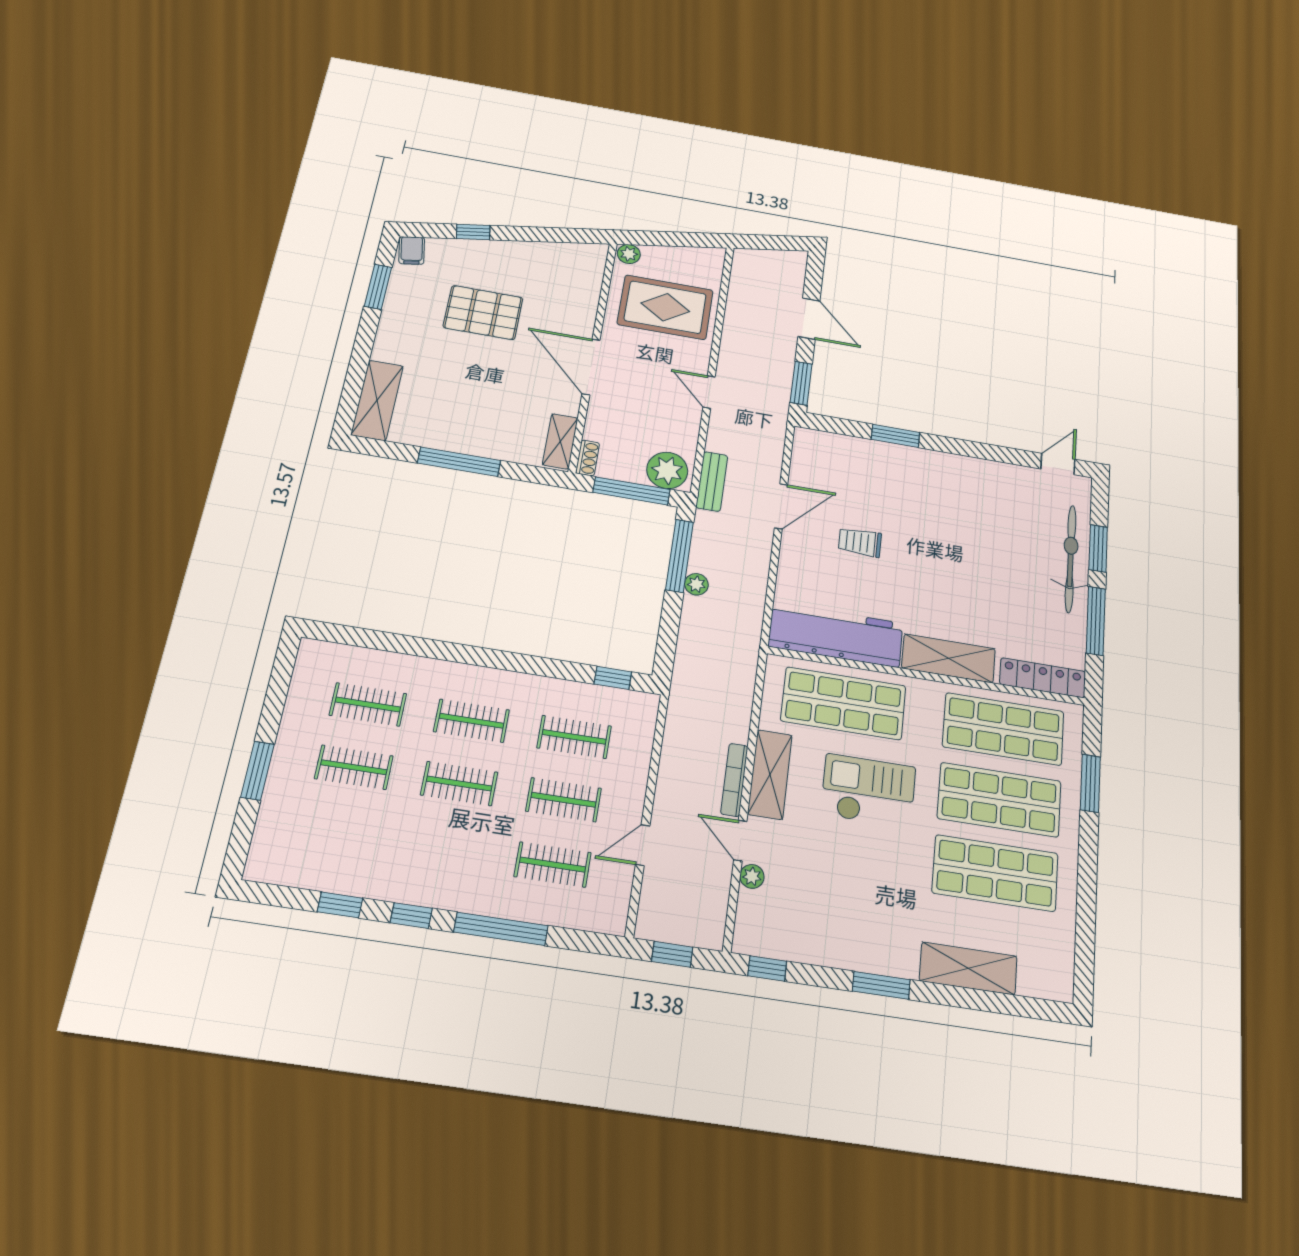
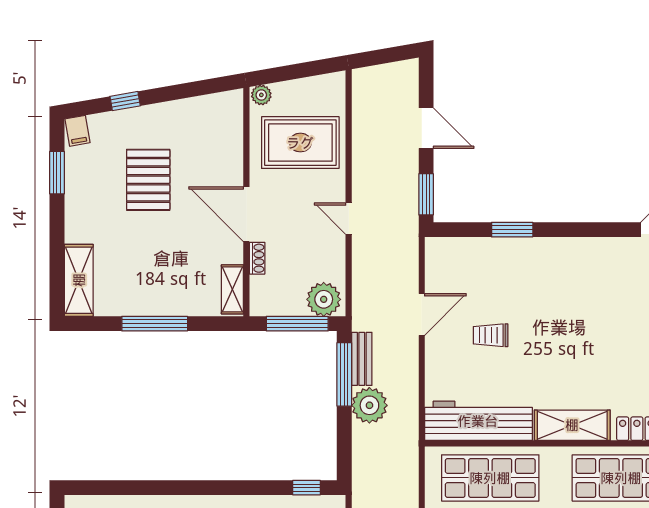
pallet: (483, 313) -> (148, 180), turned 90
shoe rack: (588, 458) -> (257, 258), moved
bench: (712, 481) -> (362, 359), moved
plant: (696, 584) -> (369, 405), width x1.87, depth x1.87

